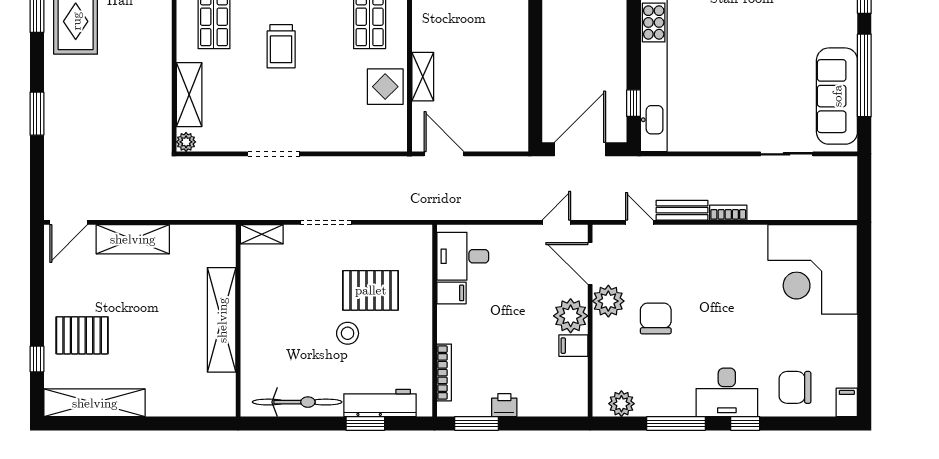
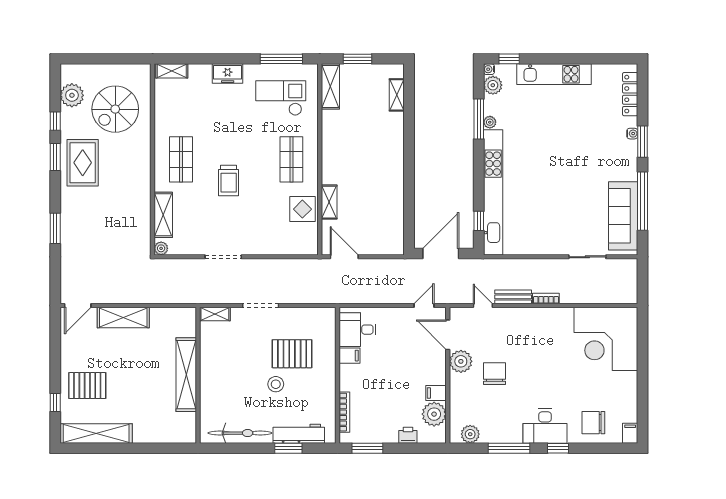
plant: (571, 316) -> (434, 414), moved
printer: (504, 405) -> (408, 435), moved

